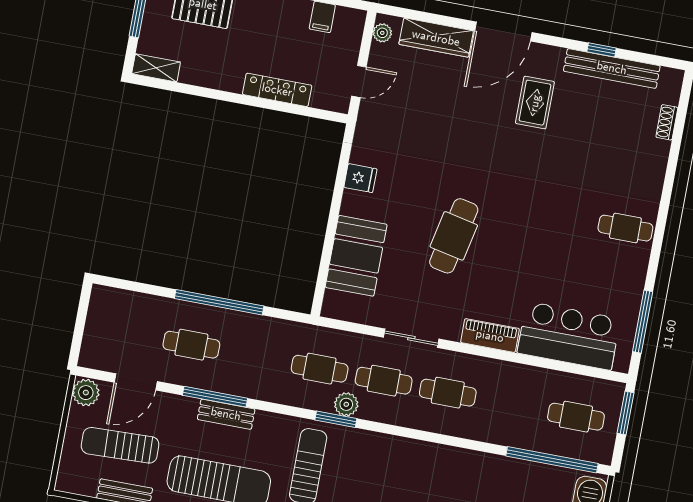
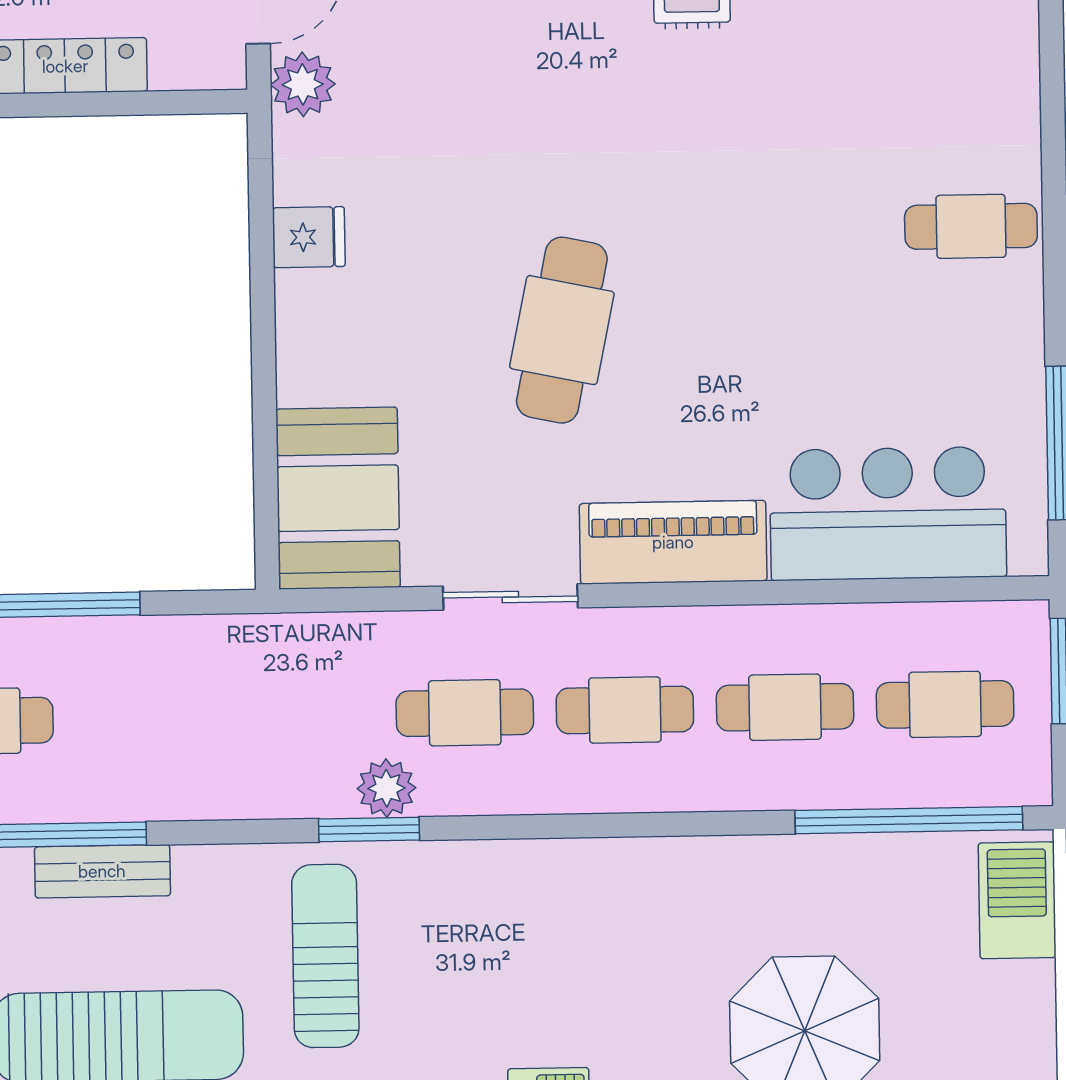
plant: (370, 117) -> (303, 84), added
booth: (356, 256) -> (338, 498), moved
piano: (490, 336) -> (673, 542), width x1.37, depth x1.33
cafe table: (320, 369) -> (785, 707), moved

